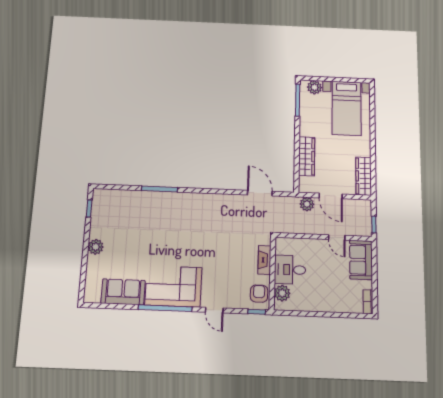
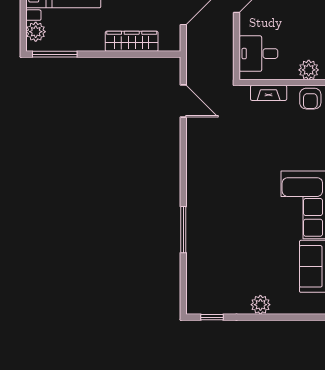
door: (260, 193) -> (183, 101), swing flipped
plant: (307, 204) -> (195, 40), removed
desk: (290, 270) -> (258, 54), moved, turned 90
armchair: (259, 294) -> (310, 99), turned -90

